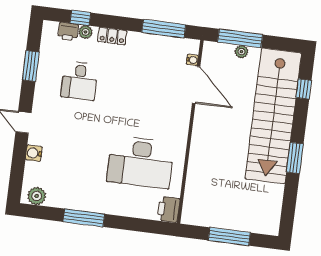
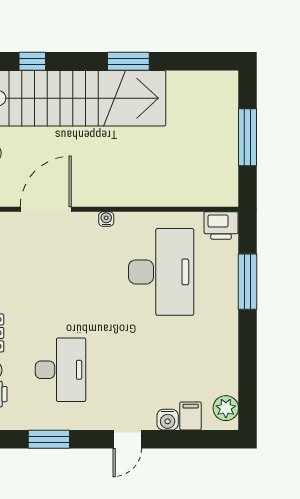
water cooler: (192, 60) -> (106, 219), moved
desk: (80, 81) -> (61, 370), width x1.37
filing cabinet: (34, 170) -> (191, 416), added
window: (84, 218) -> (247, 282), moved

